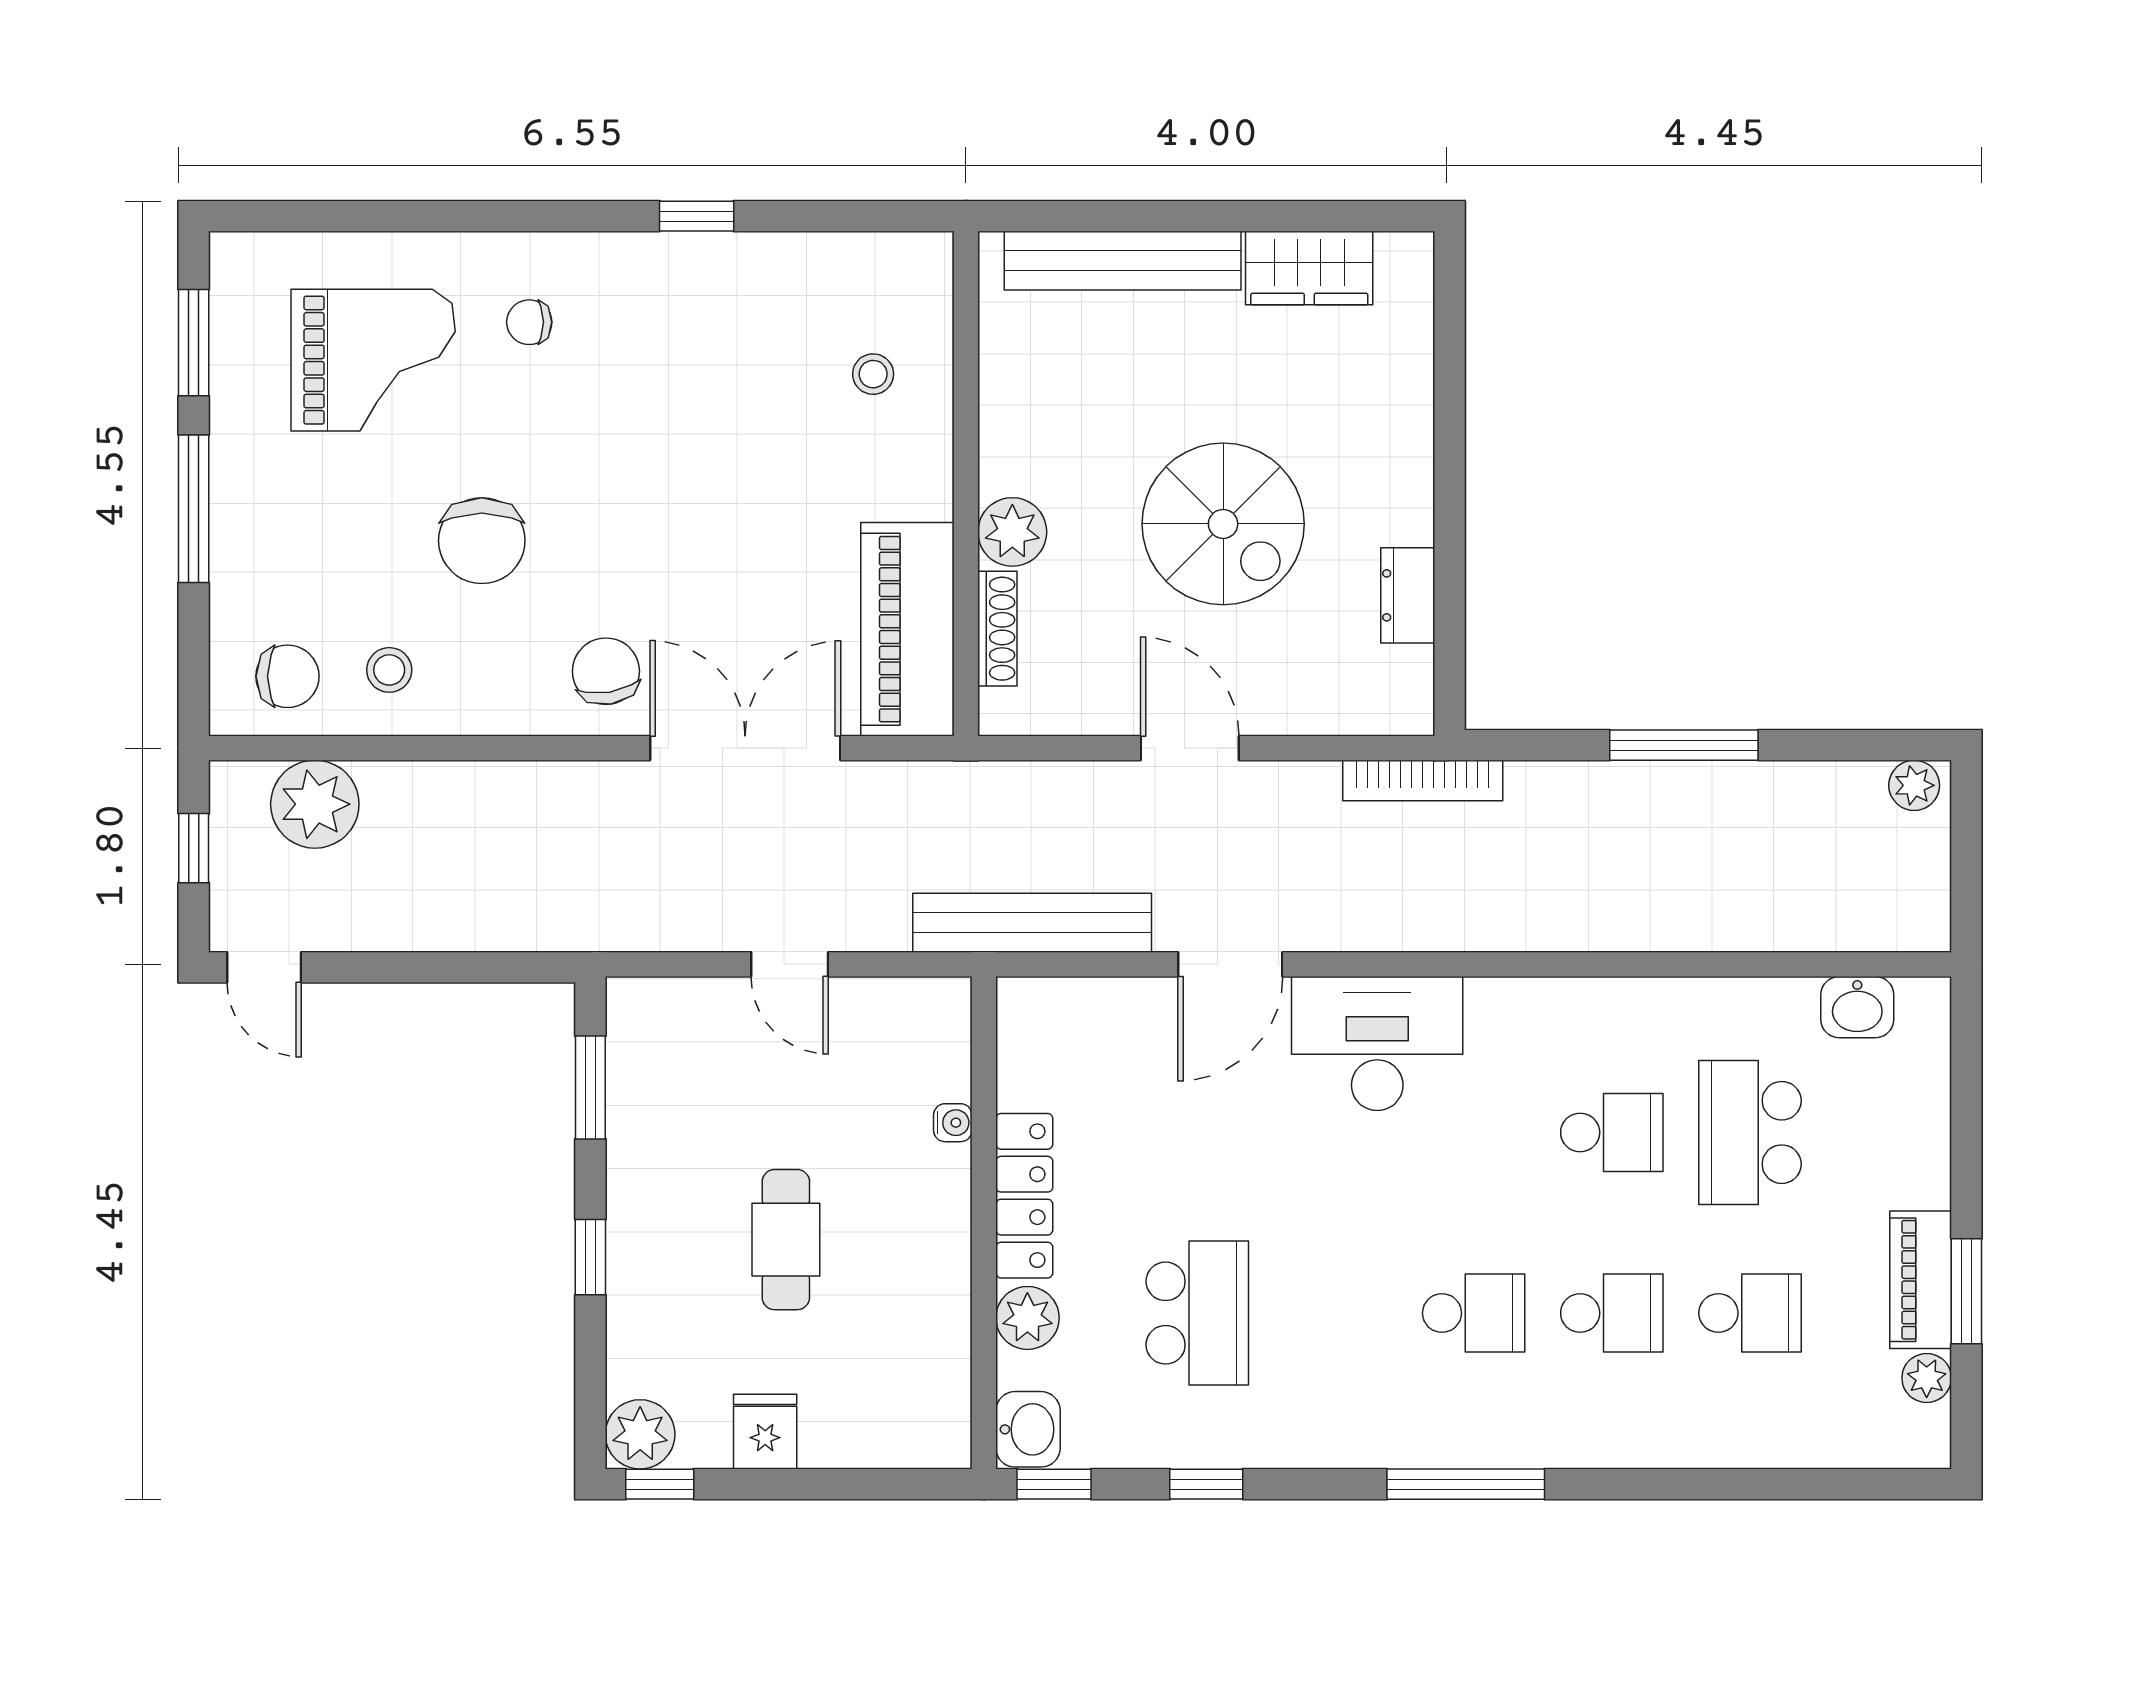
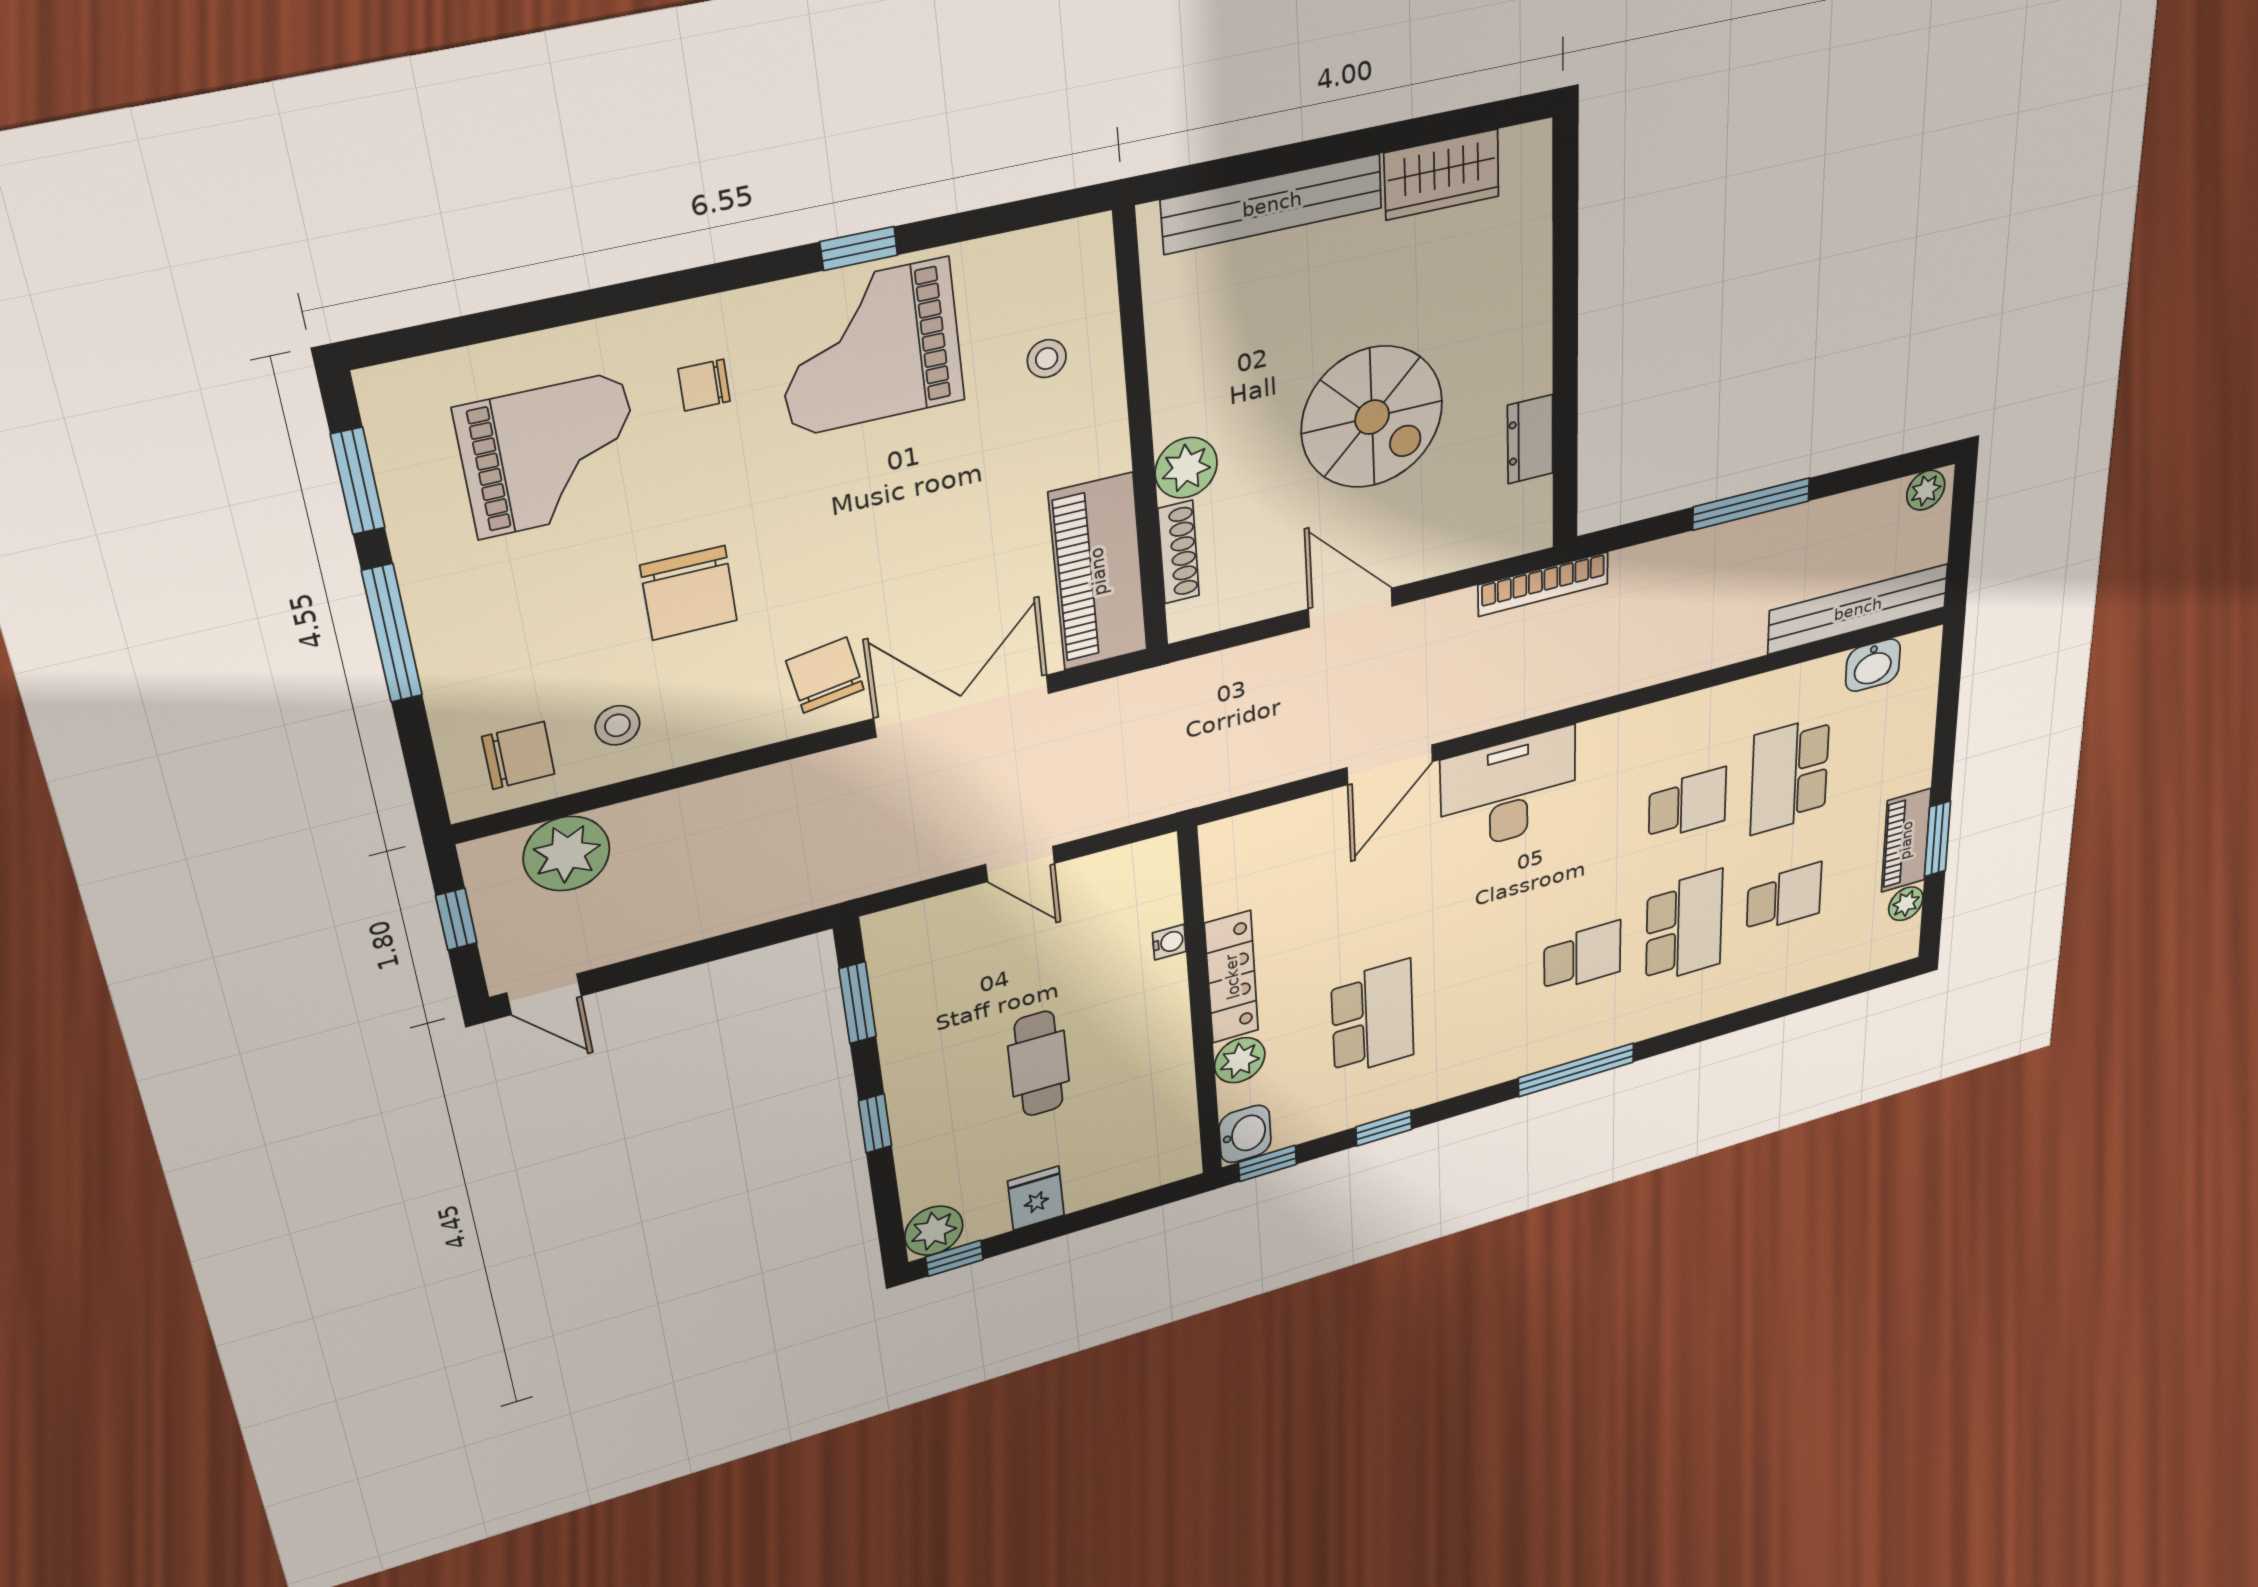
grand piano: (695, 321) -> (870, 348), added
bench: (1032, 923) -> (1858, 609), moved
school desk: (1612, 1313) -> (1684, 927), width x1.85

